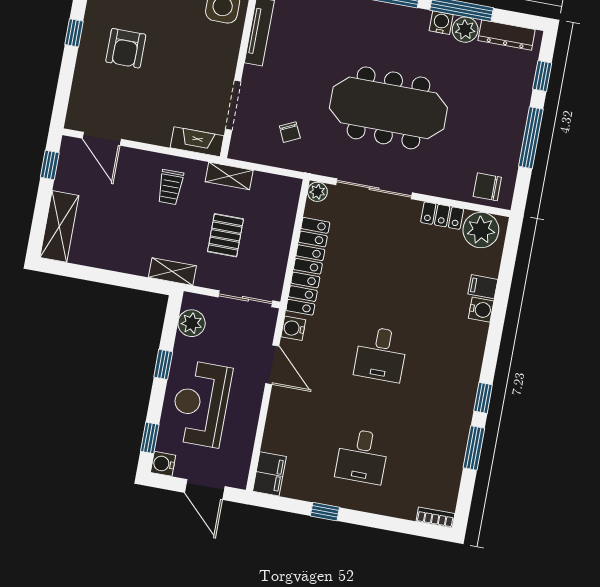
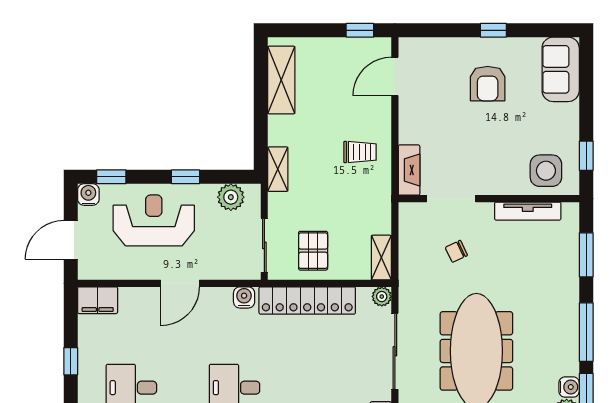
armchair: (126, 48) -> (488, 84), turned -90
chair: (290, 132) -> (456, 251), moved
shelving: (229, 176) -> (381, 258), moved
trolley: (170, 187) -> (360, 152), turned 180
shelving: (59, 226) -> (281, 80), moved, turned 90
pallet: (225, 235) -> (313, 251), moved, turned 90
door: (272, 365) -> (180, 283), moved

